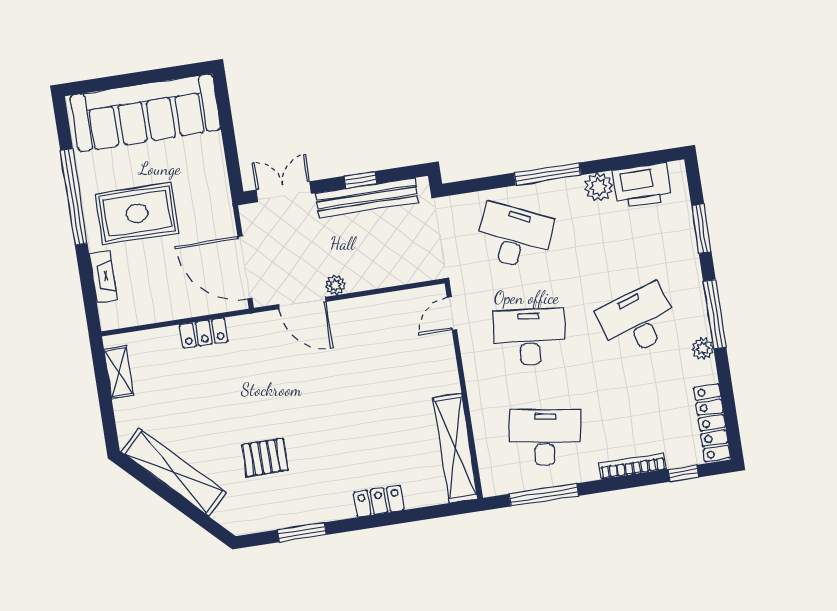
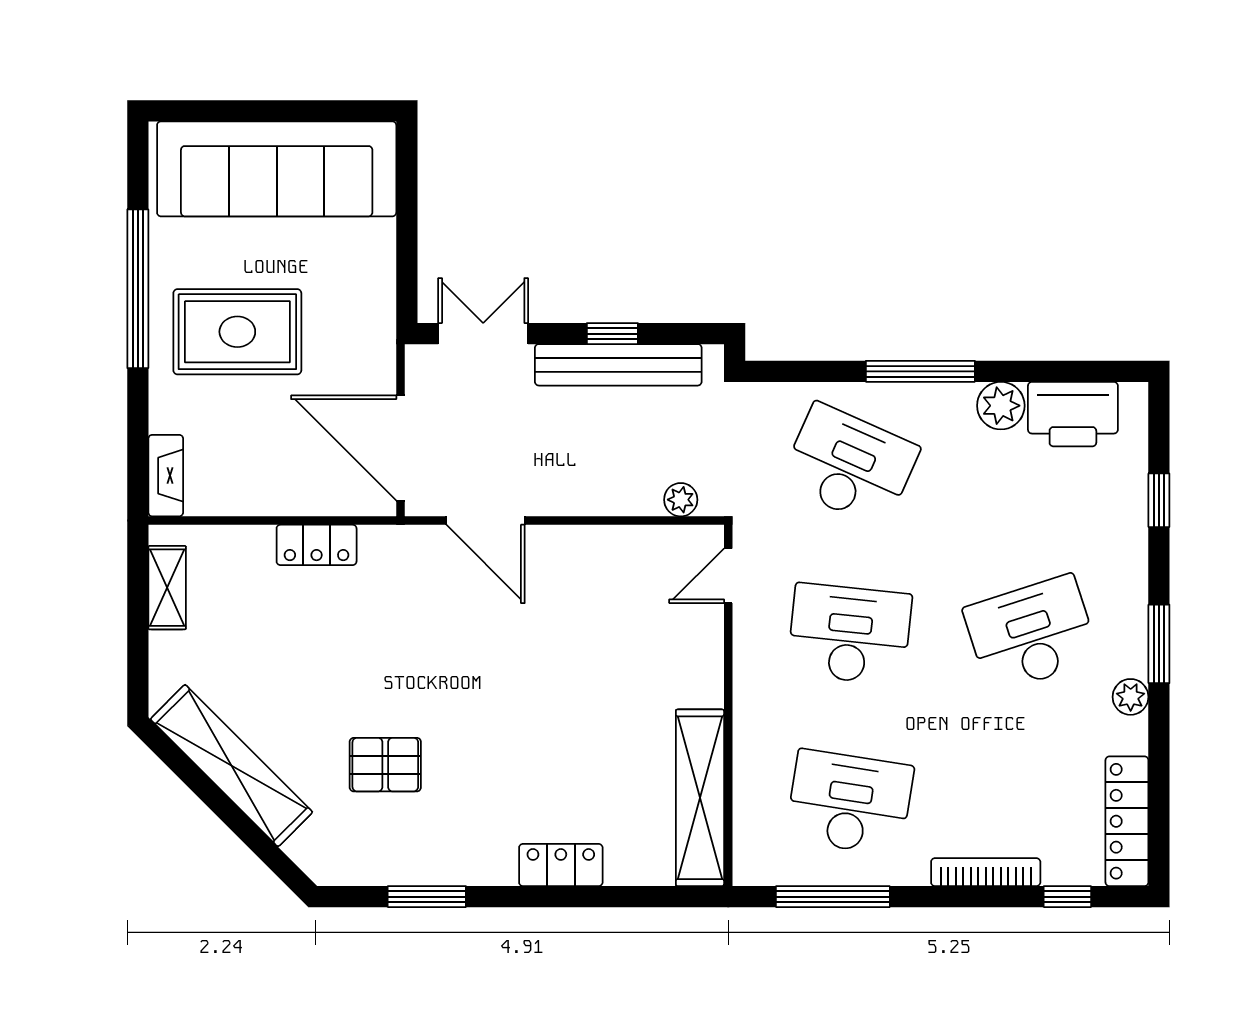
window: (701, 229) -> (1159, 500), width x0.67
fireplace: (103, 277) -> (166, 476), moved
plant: (335, 285) -> (681, 500), moved
window: (715, 314) -> (1159, 644), width x0.69

